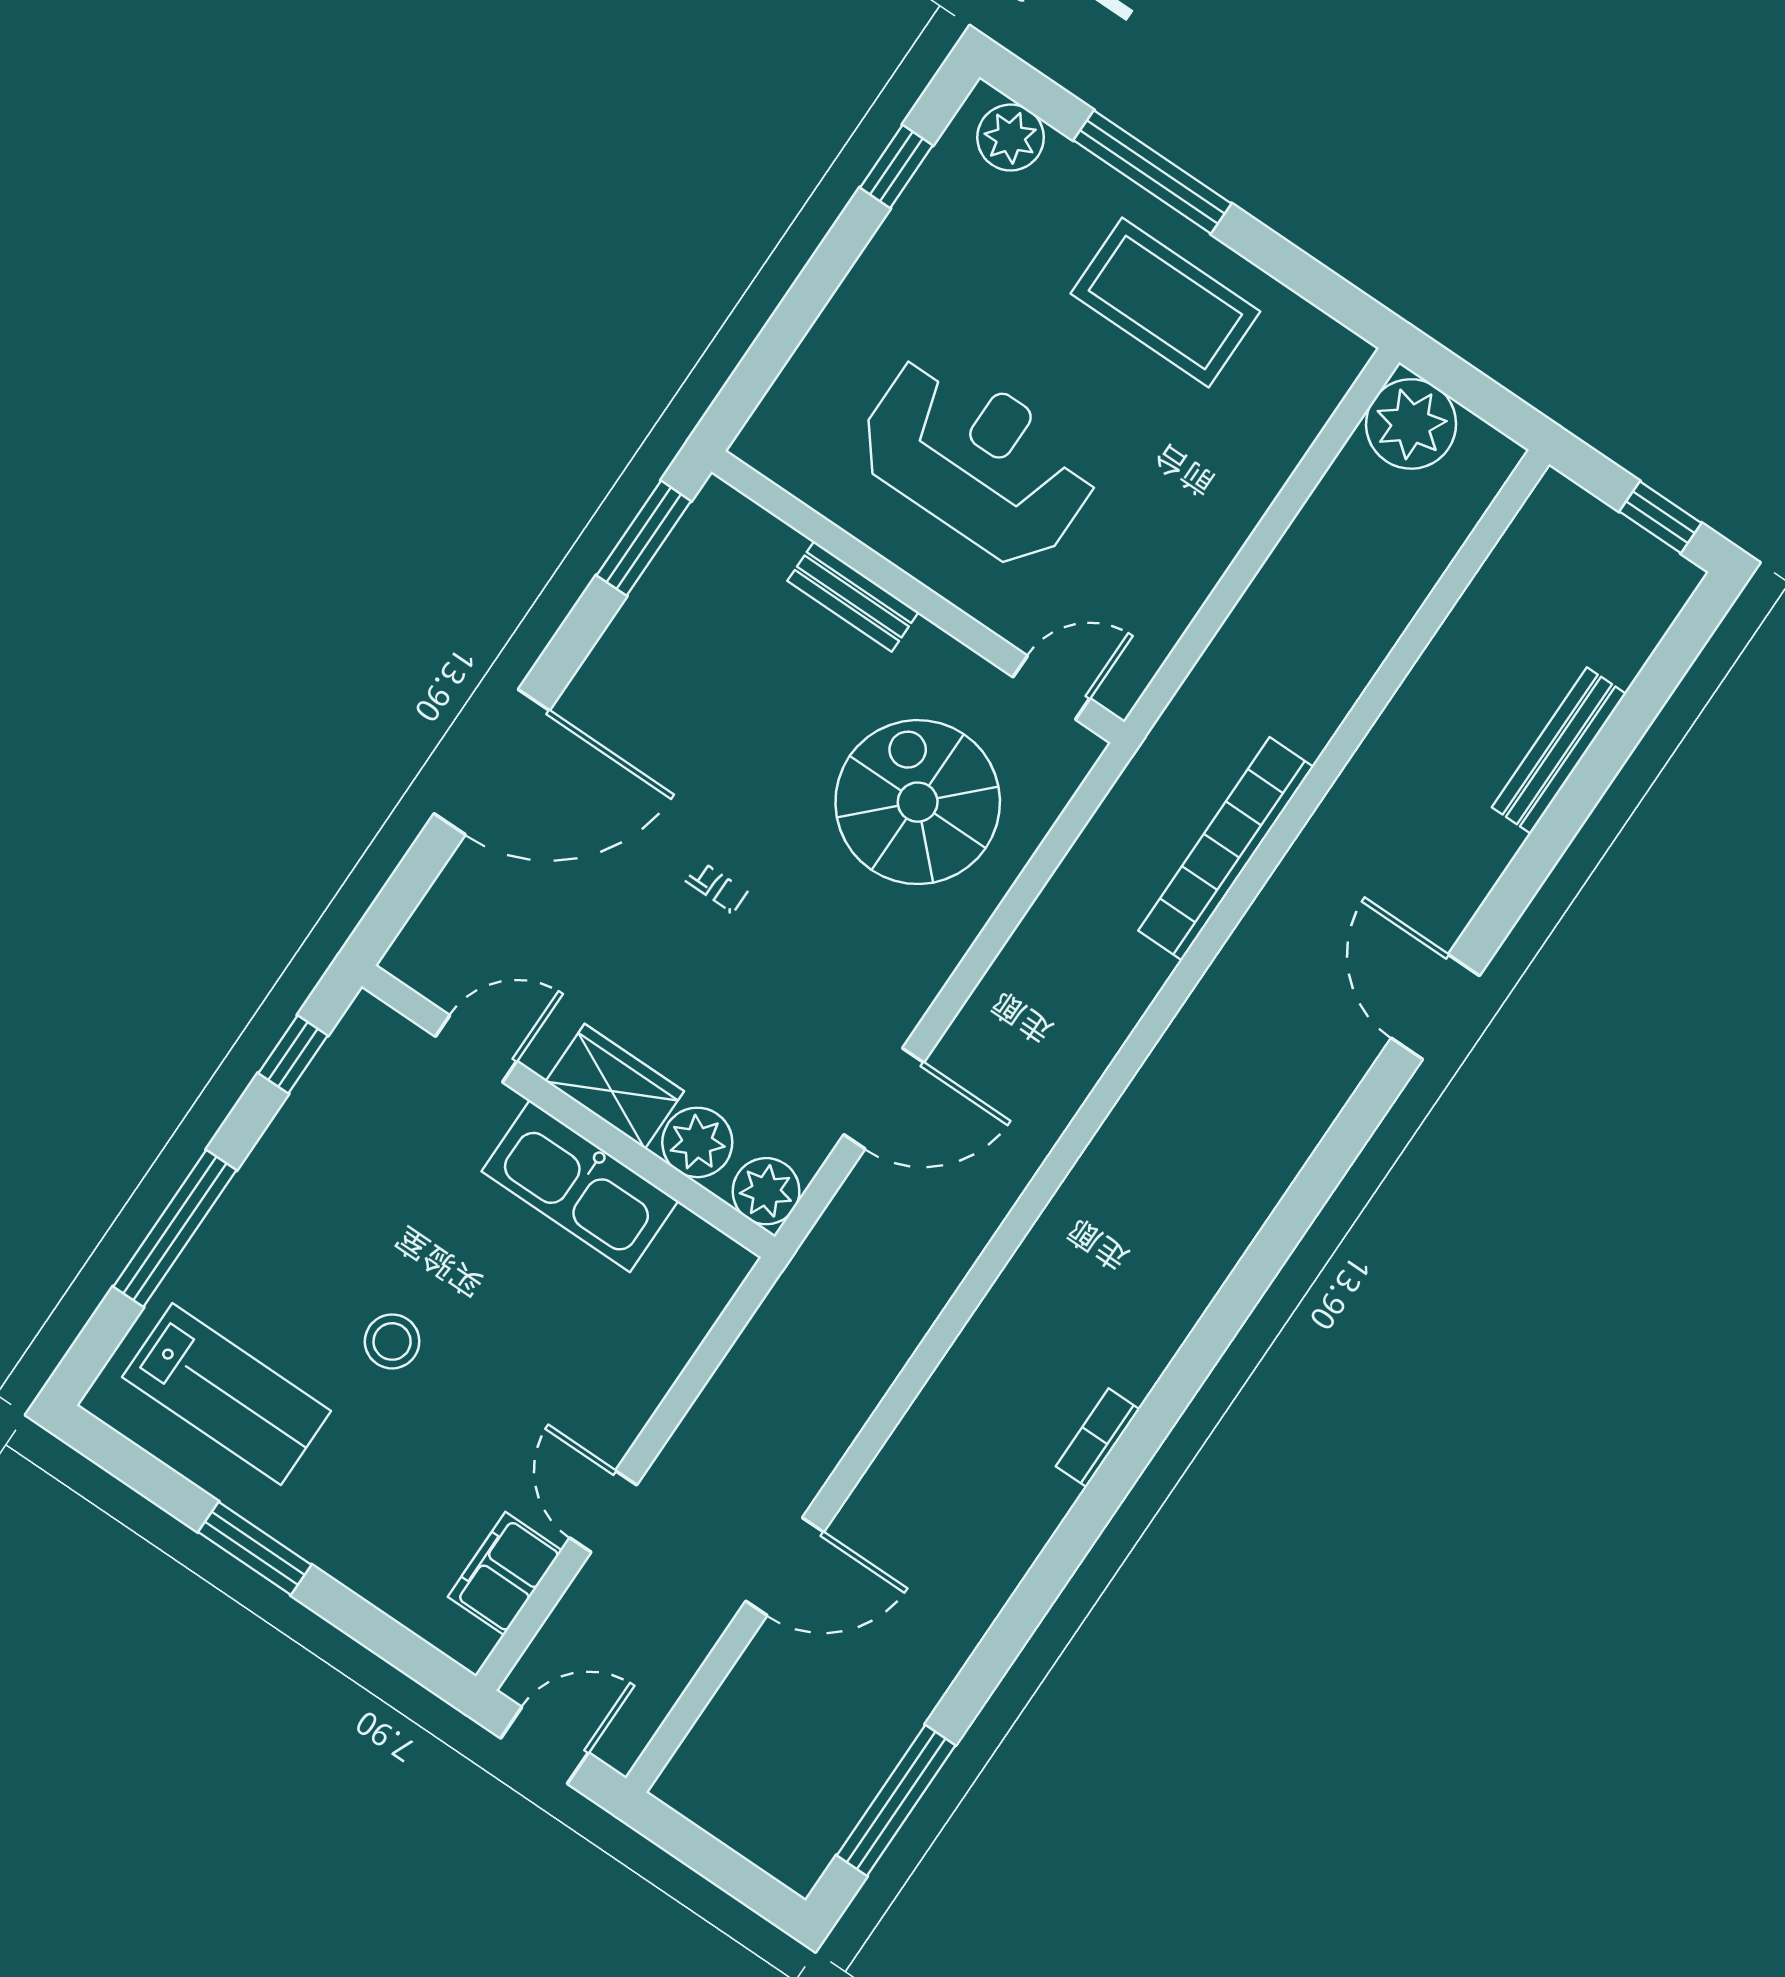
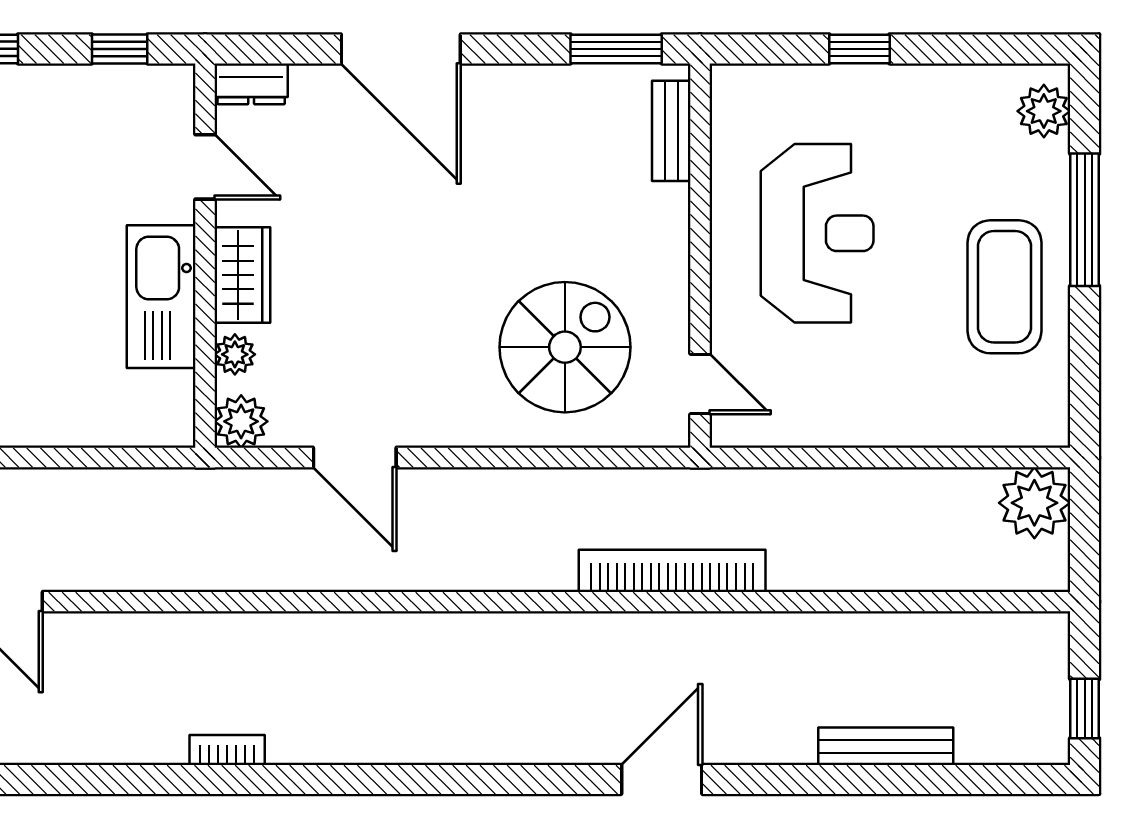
window: (896, 166) -> (859, 49), moved
bench: (853, 597) -> (671, 131), moved
dresser: (422, 942) -> (251, 84), added
plant: (697, 1142) -> (235, 354), width x0.73, depth x0.73

